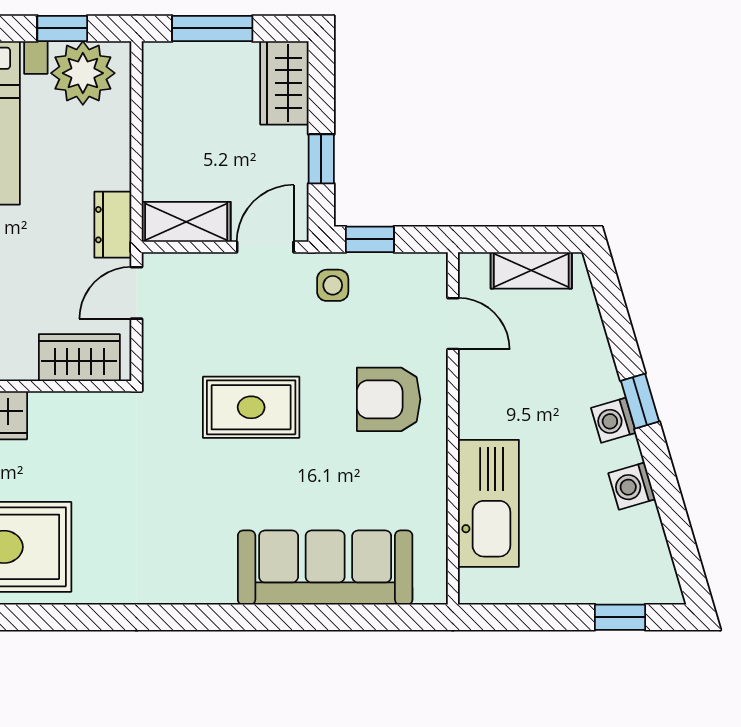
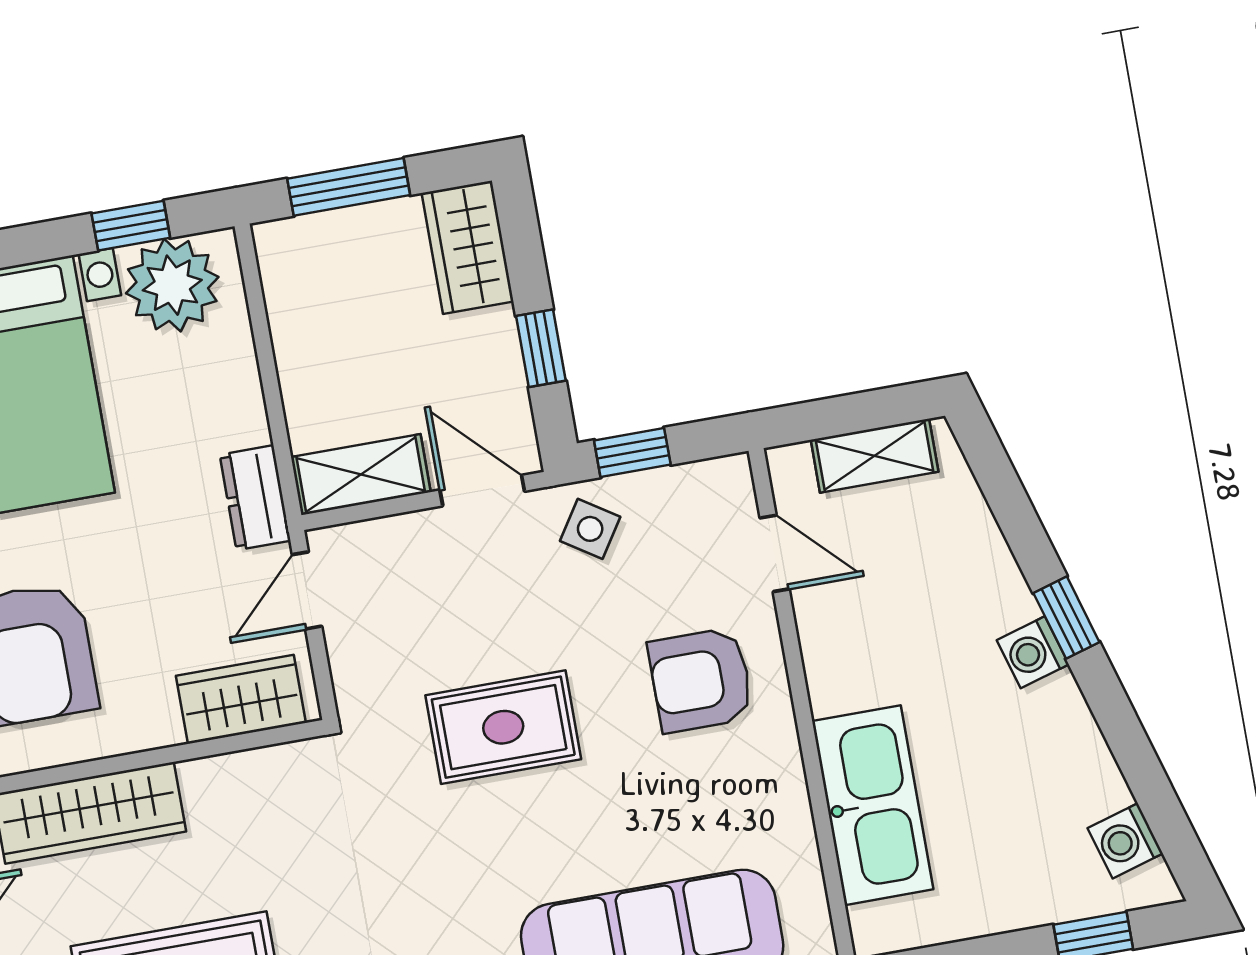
door: (265, 247) -> (482, 491), hinge flipped
side table: (333, 285) -> (590, 529), turned 33
washing machine: (632, 486) -> (1125, 841), moved

